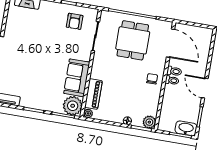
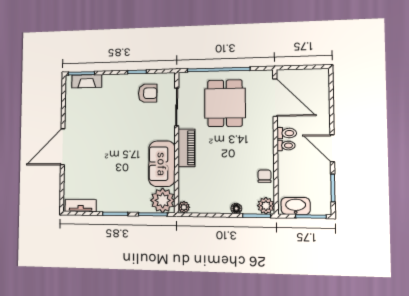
armchair: (75, 21) -> (148, 93), turned -90
chair: (152, 79) -> (265, 176), moved
piano: (93, 94) -> (187, 148), moved
washbasin: (186, 128) -> (296, 206), moved

